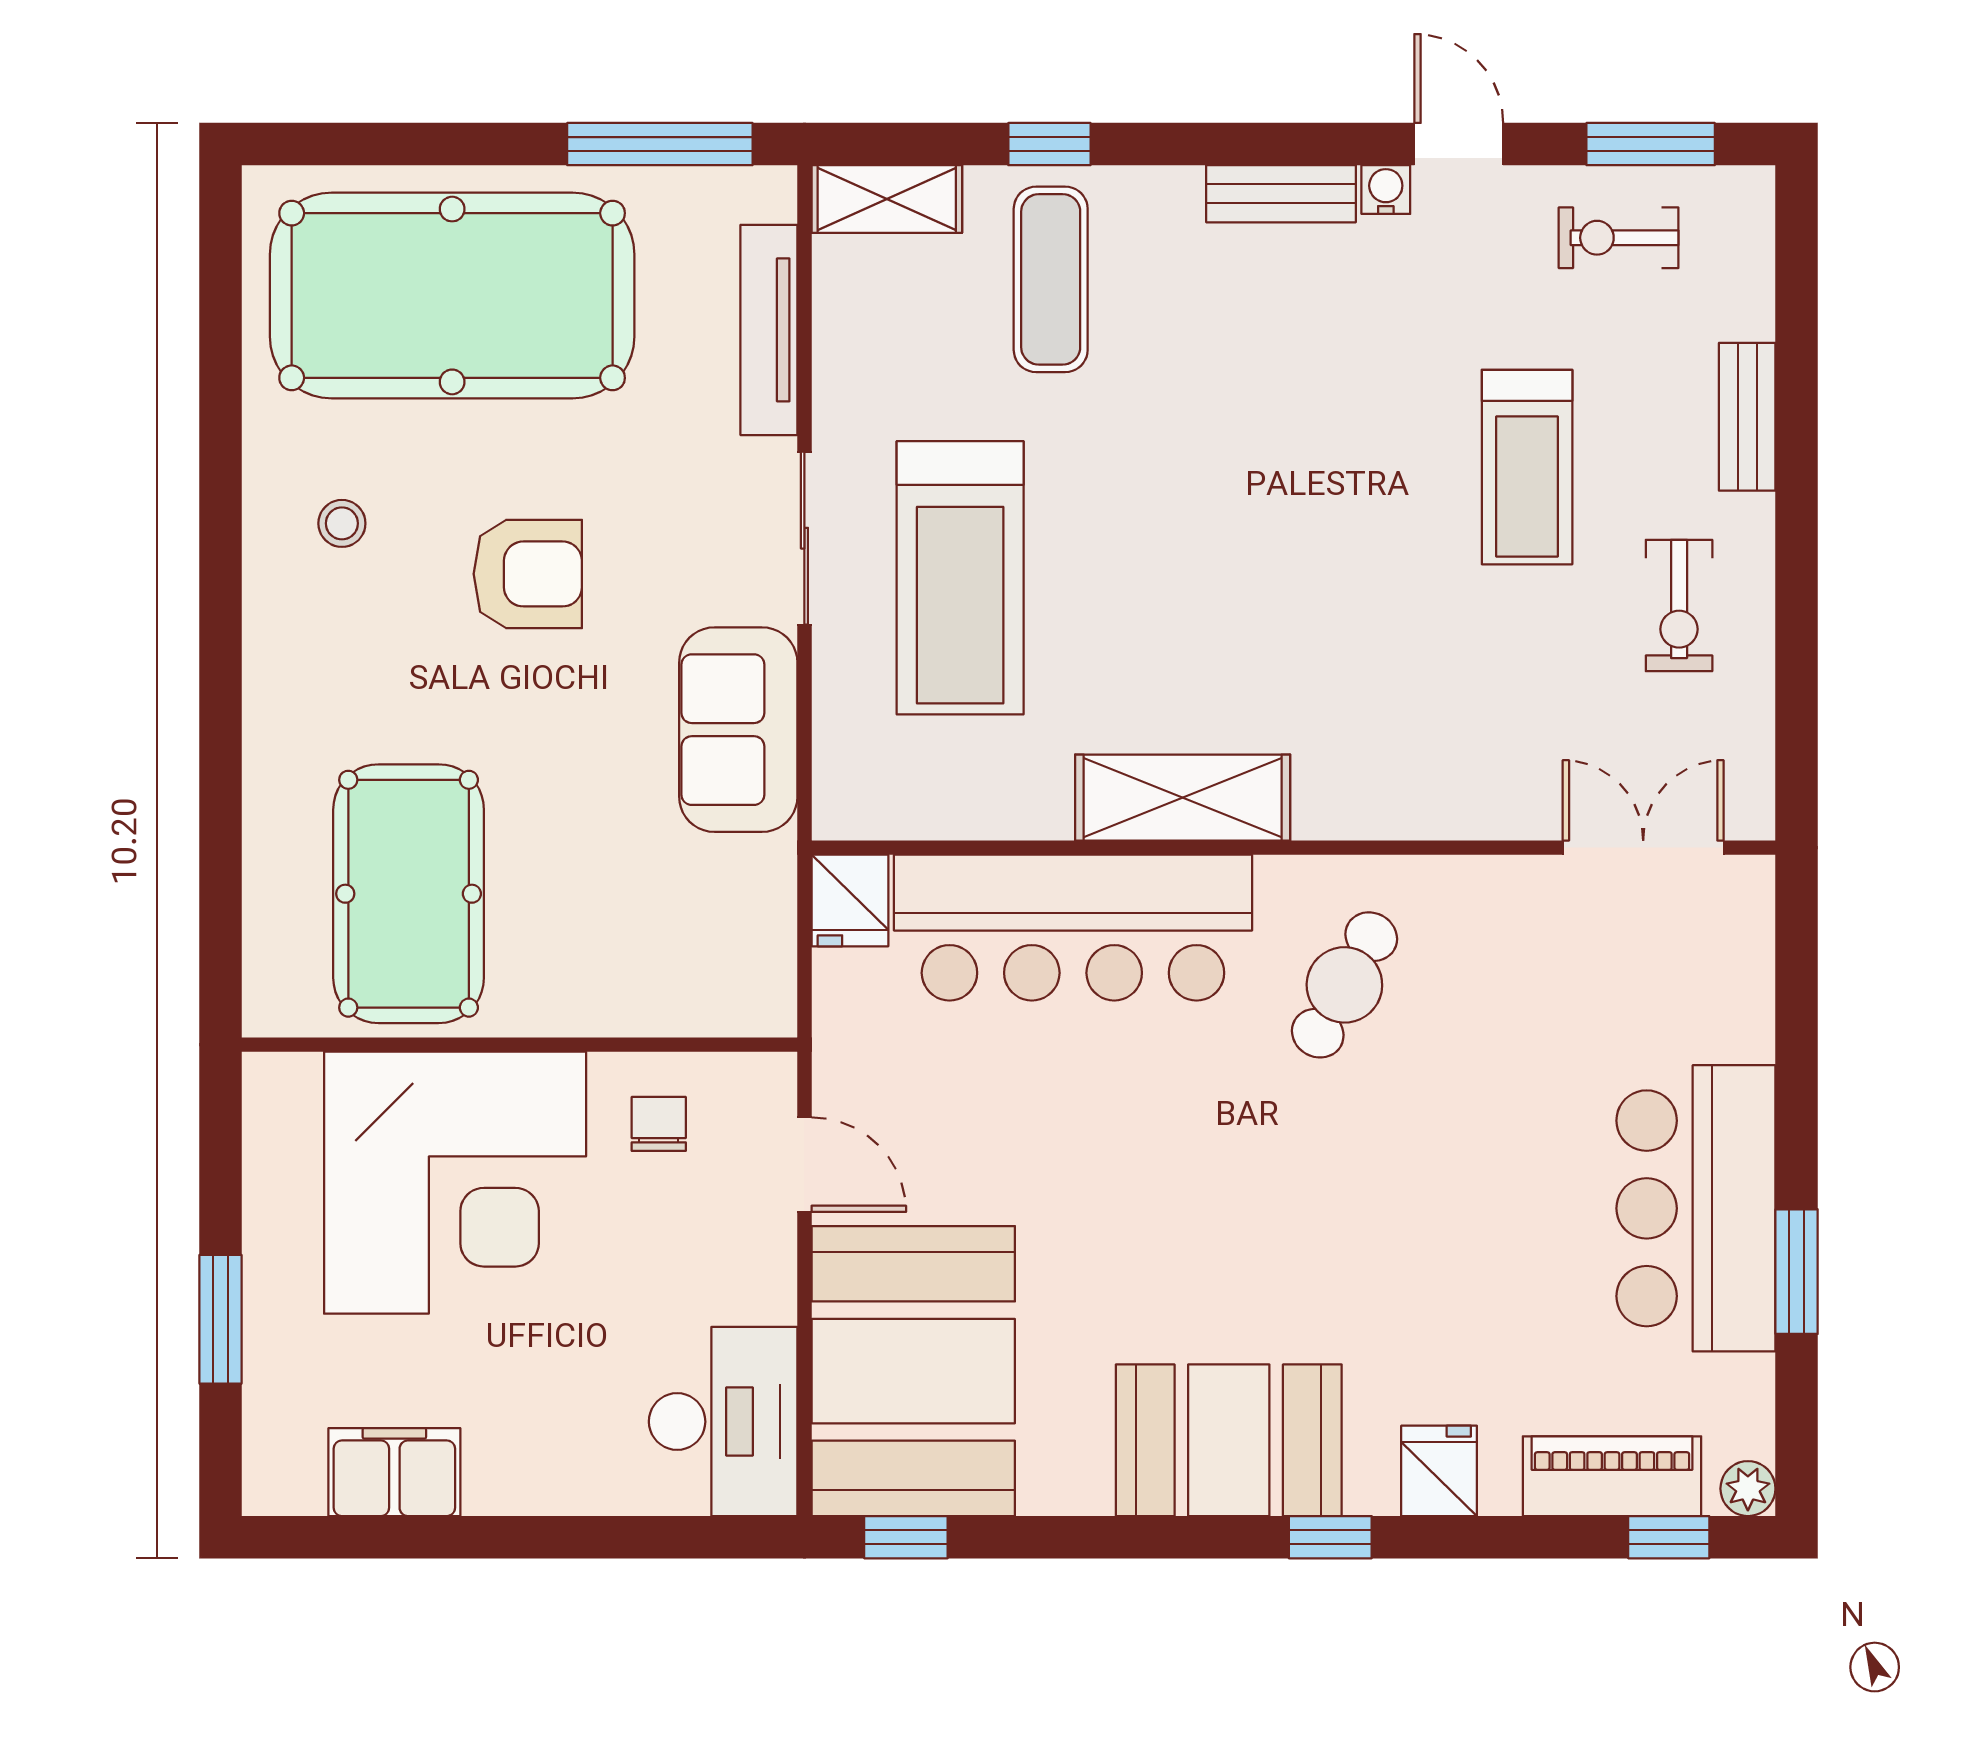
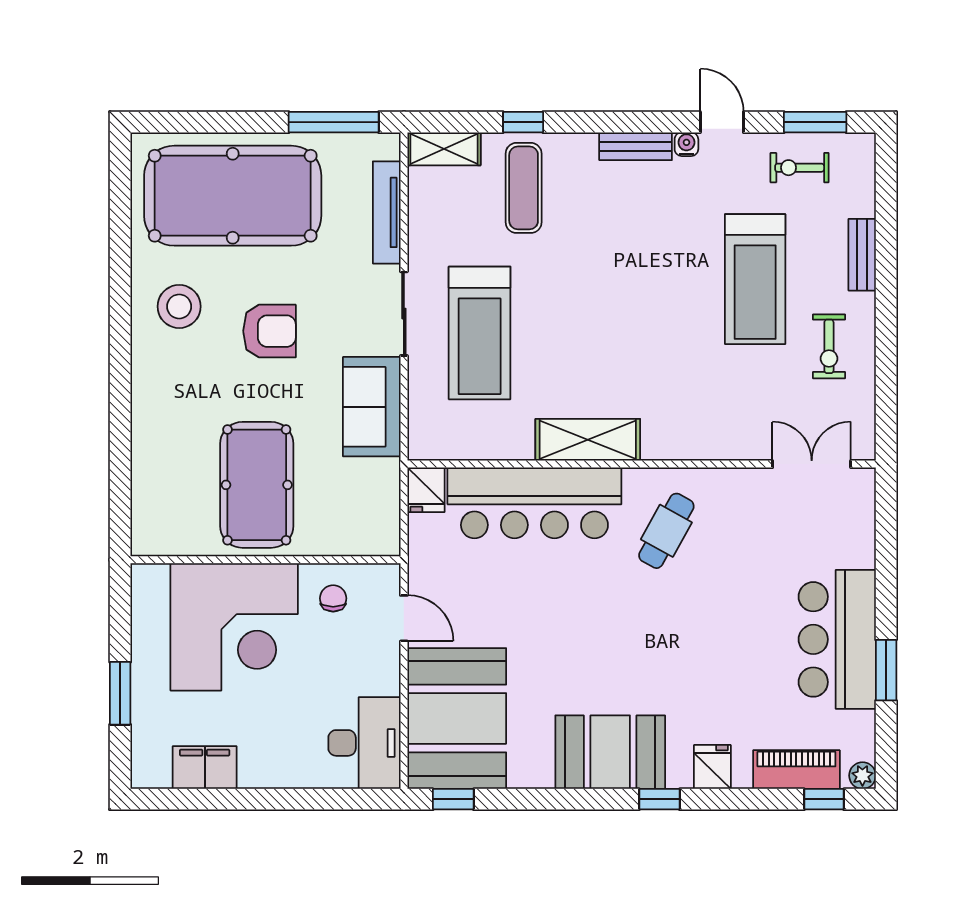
treadmill: (1527, 467) -> (755, 279), width x1.37, depth x1.38
stool: (342, 523) -> (179, 306), width x1.89, depth x1.89
pool table: (409, 894) -> (257, 485), moved

